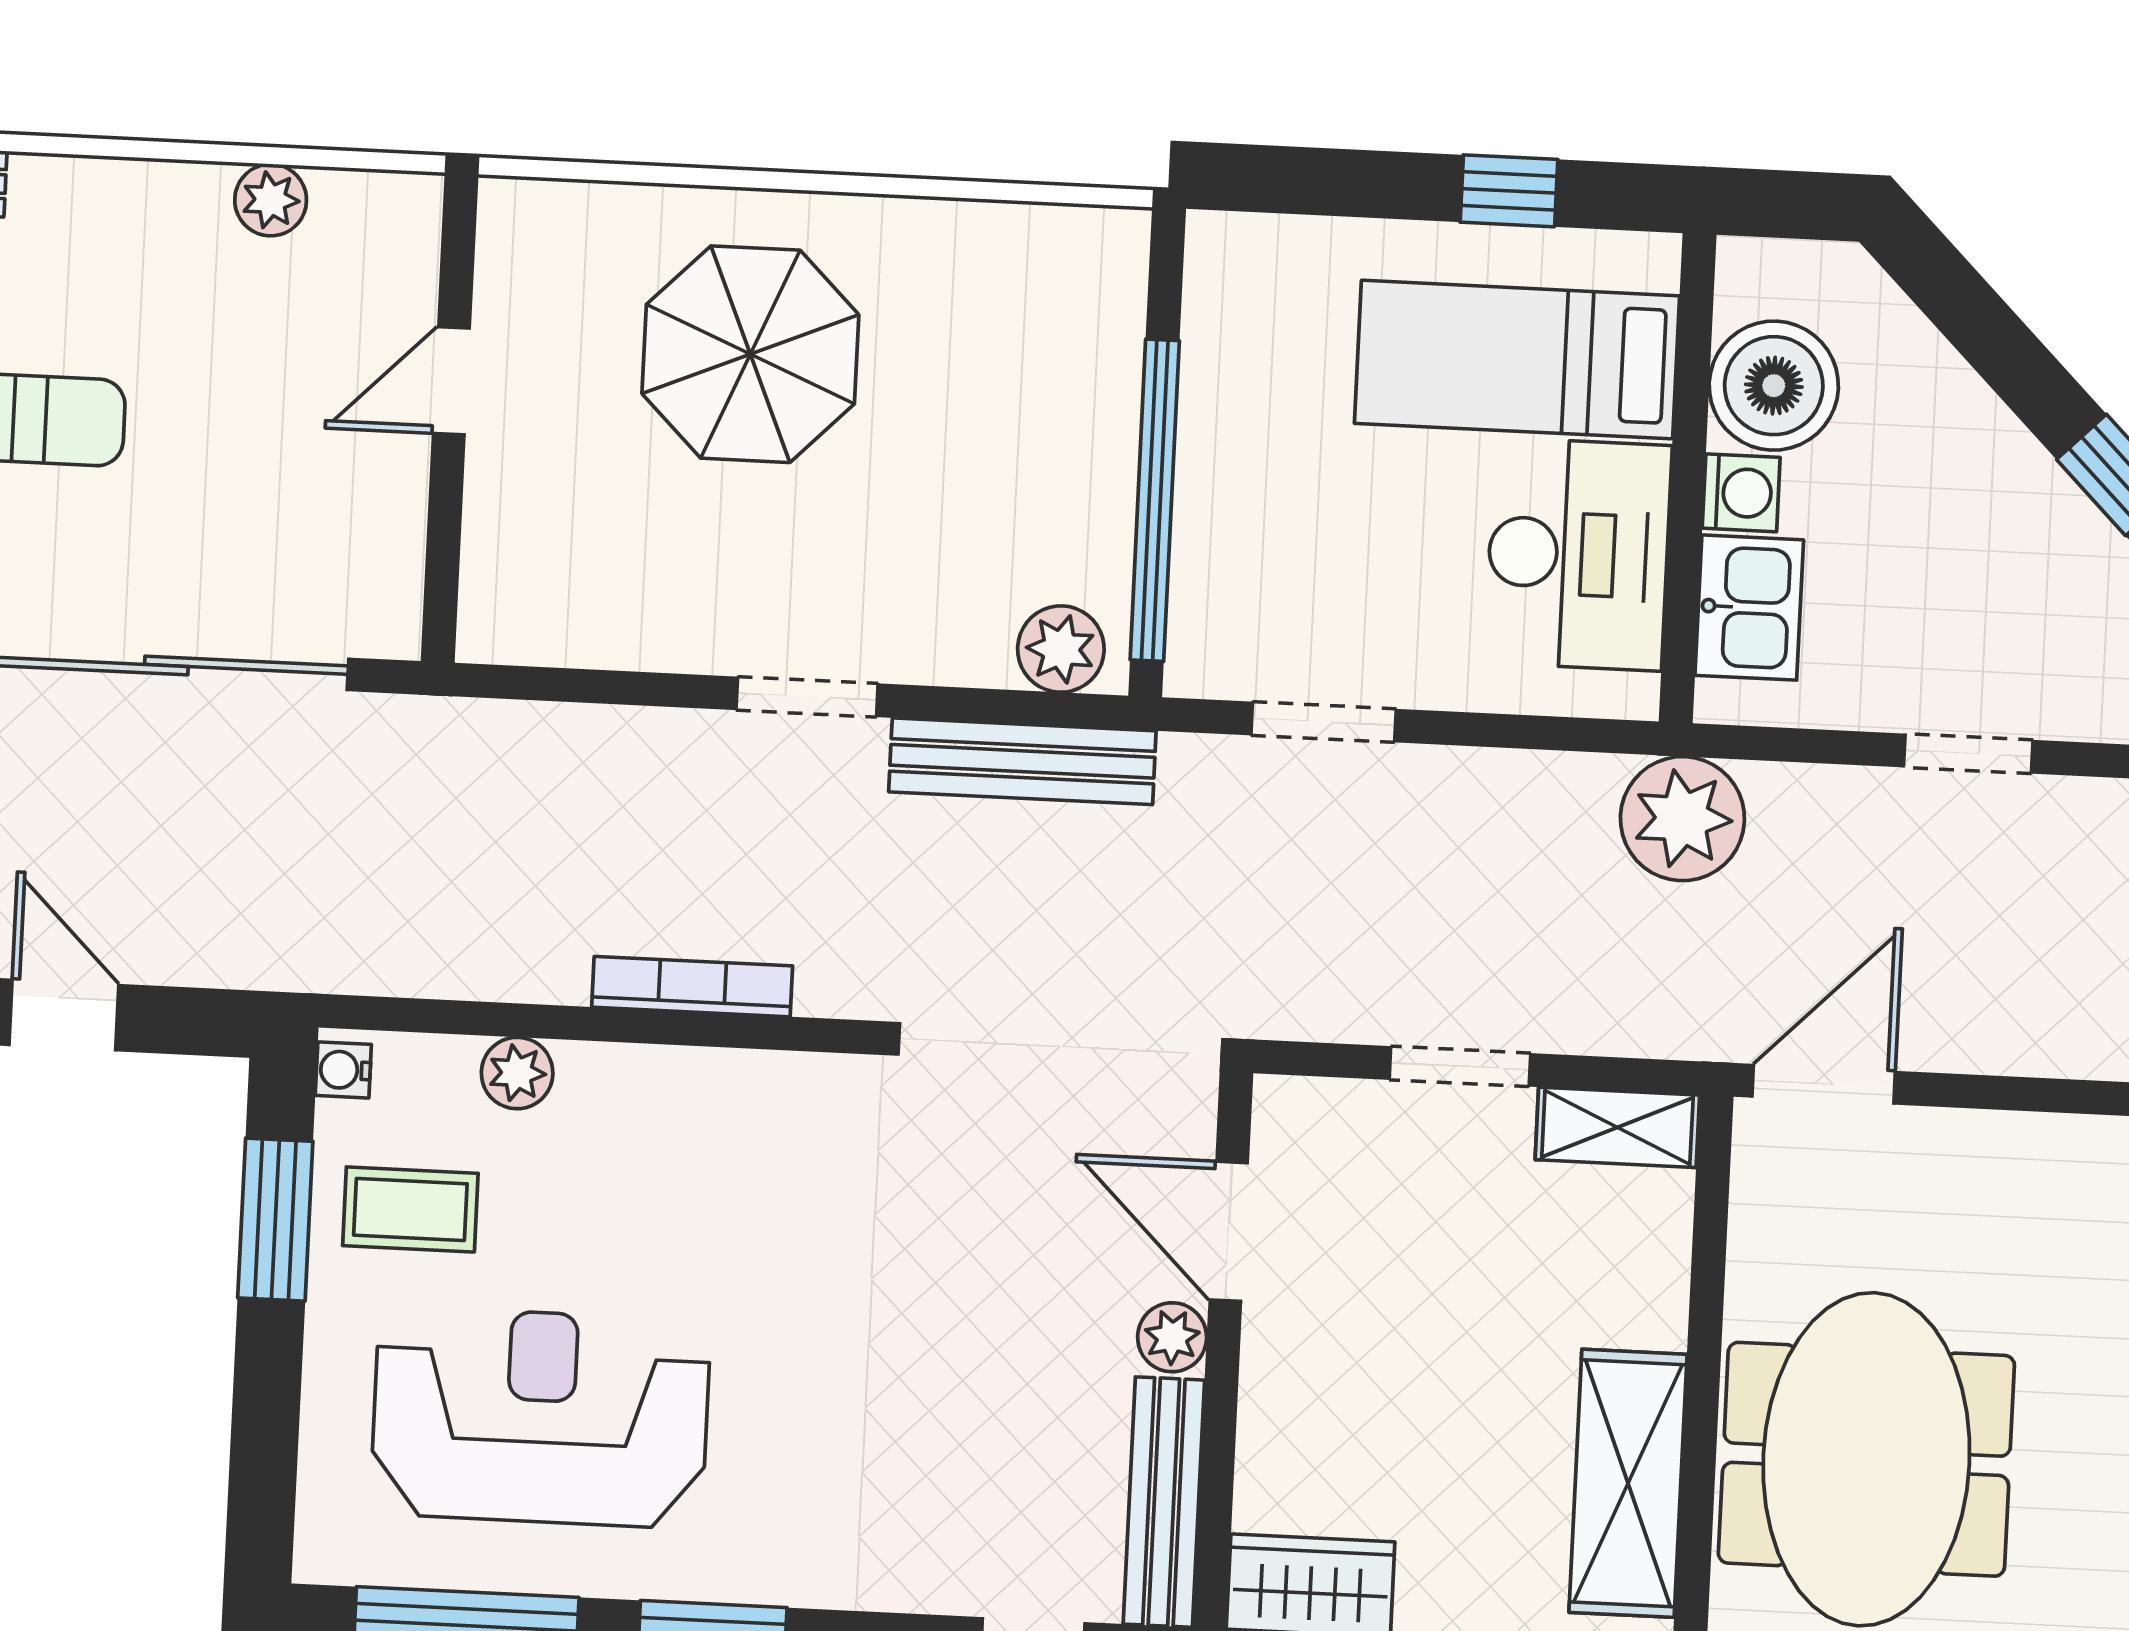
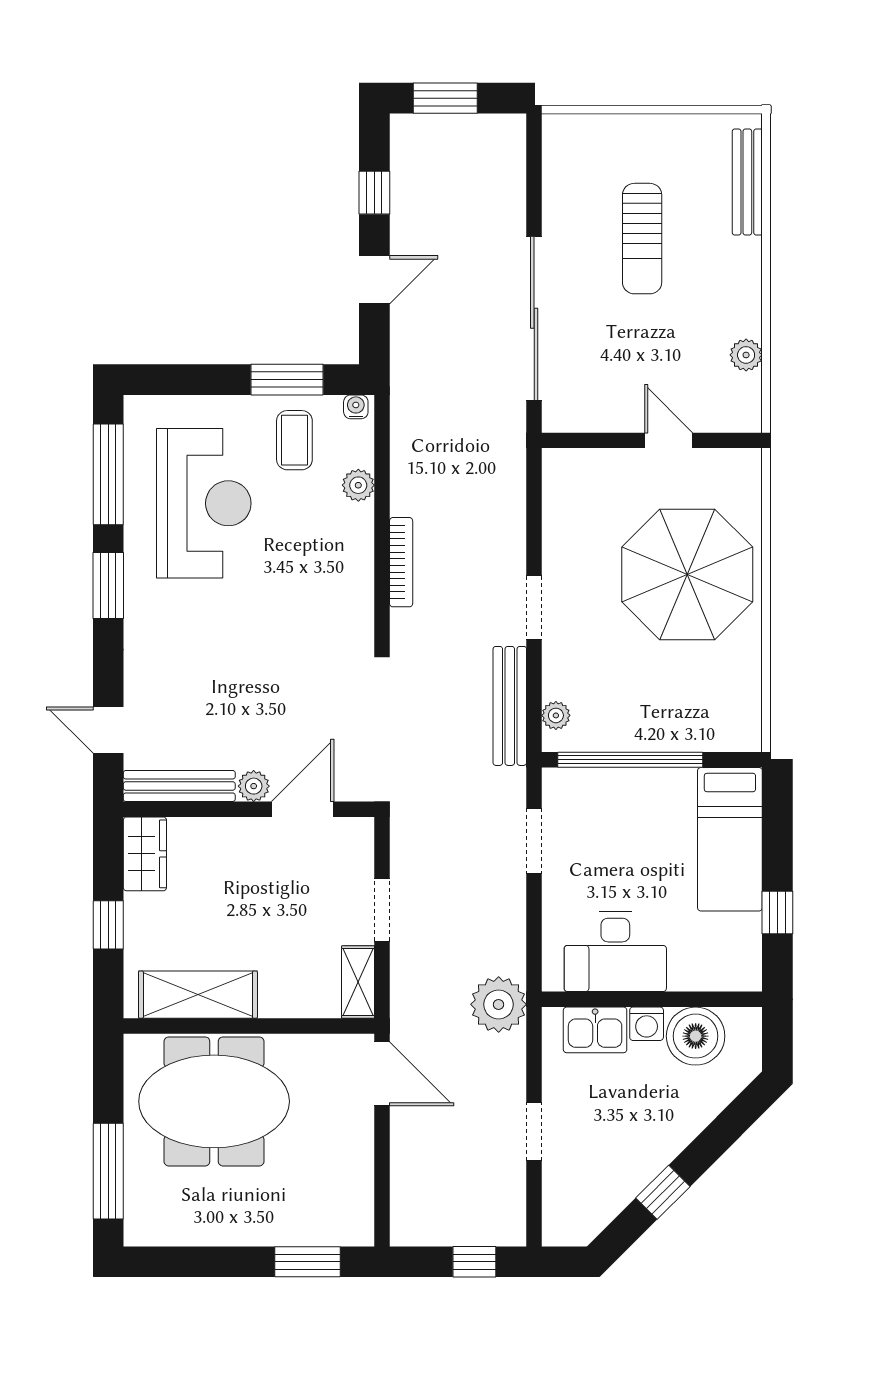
parasol: (750, 354) -> (687, 574), width x1.36, depth x1.36
bed: (1517, 360) -> (730, 839), moved, turned 180
plant: (1061, 649) -> (556, 715), width x0.73, depth x0.73

